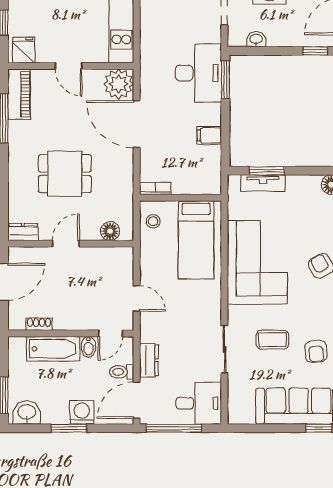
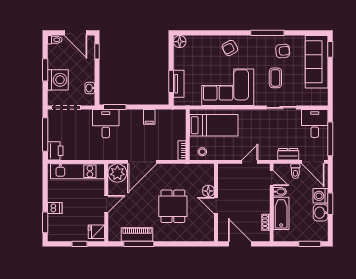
desk: (198, 73) -> (106, 124), width x0.73
piano: (19, 94) -> (137, 235), moved
floor lamp: (110, 231) -> (208, 191), moved
dresser: (23, 232) -> (209, 232), removed
washbasin: (27, 413) -> (321, 213), moved

